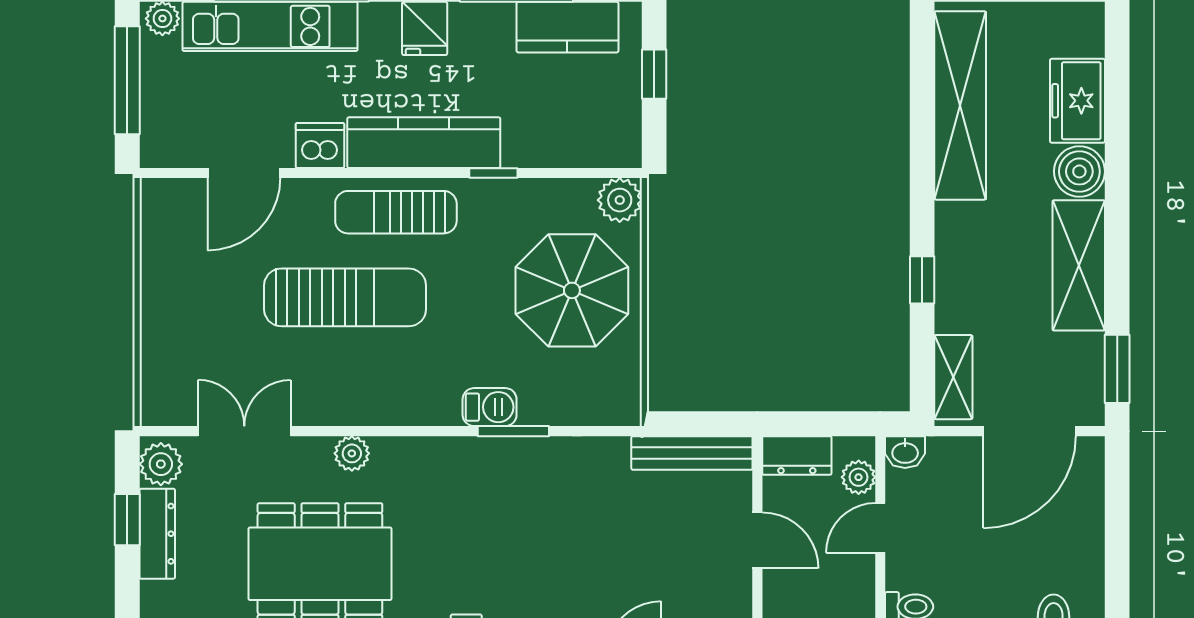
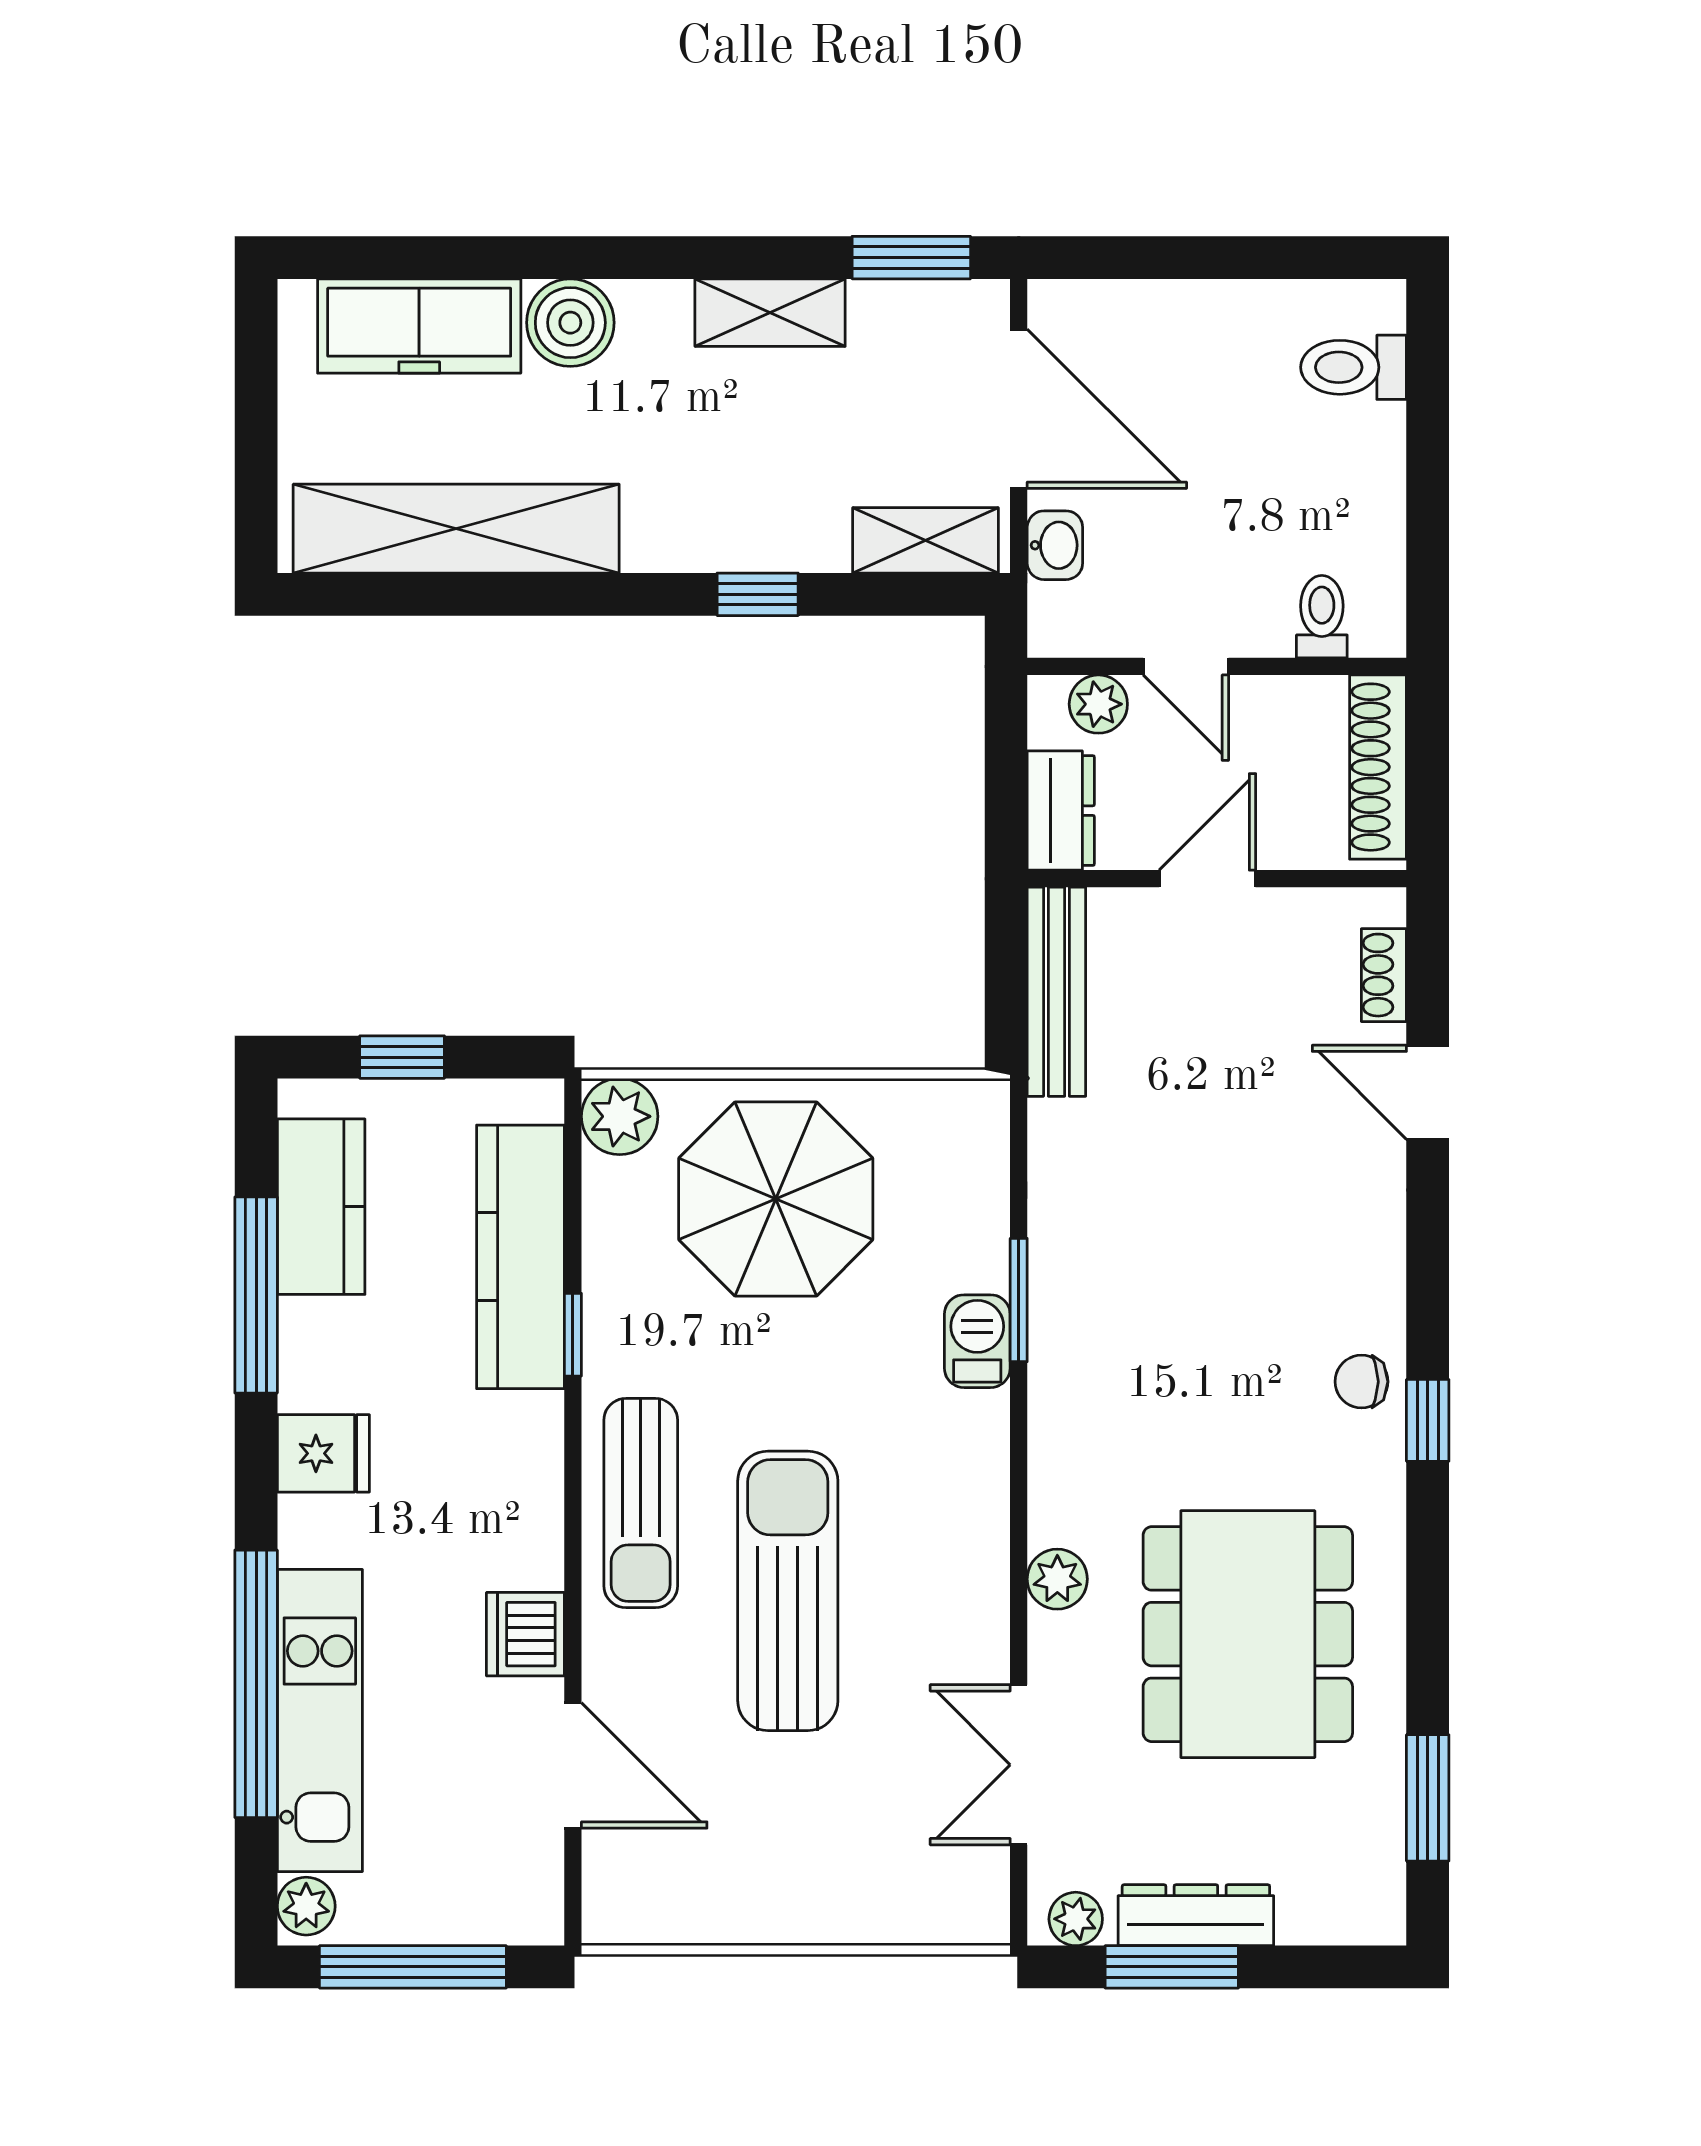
freezer: (1077, 101) -> (419, 326), width x1.40
kitchen counter: (424, 143) -> (521, 1257), moved
shelving: (1079, 265) -> (770, 313), width x0.67, depth x0.75
washbasin: (905, 452) -> (1055, 545), moved
plant: (161, 464) -> (1076, 1919), width x0.73, depth x0.73
window: (127, 520) -> (1172, 1967), width x1.50

